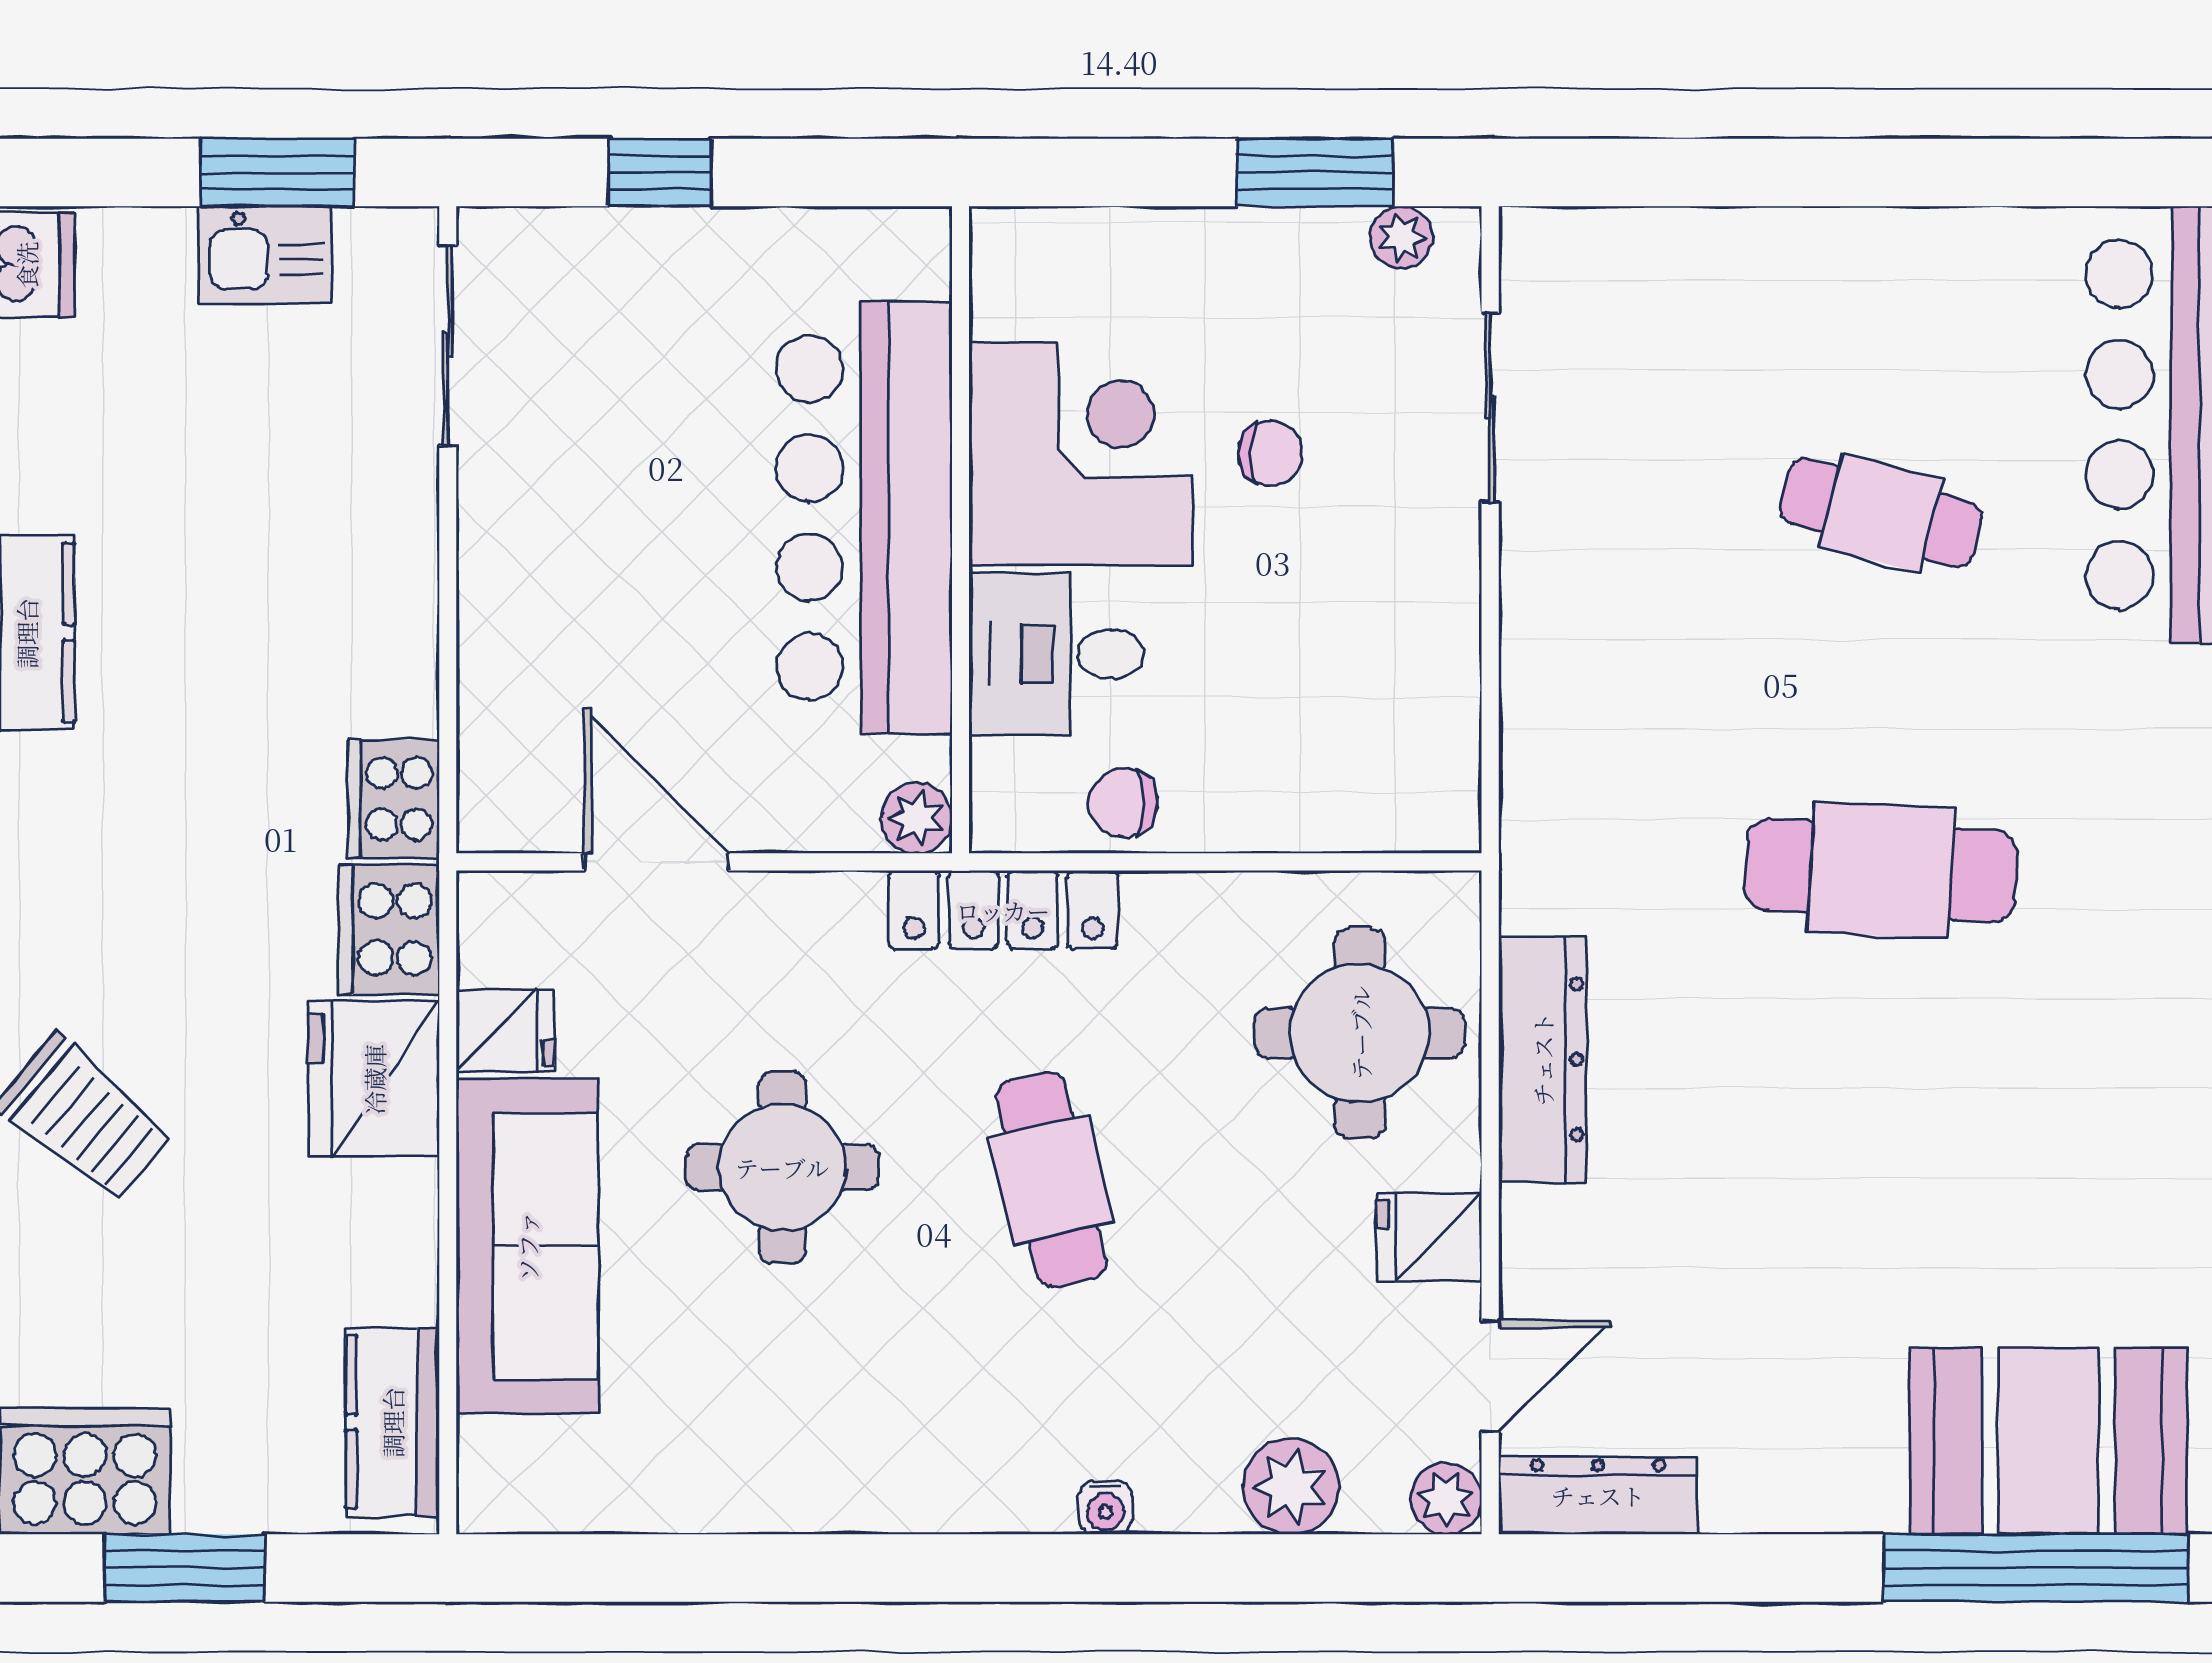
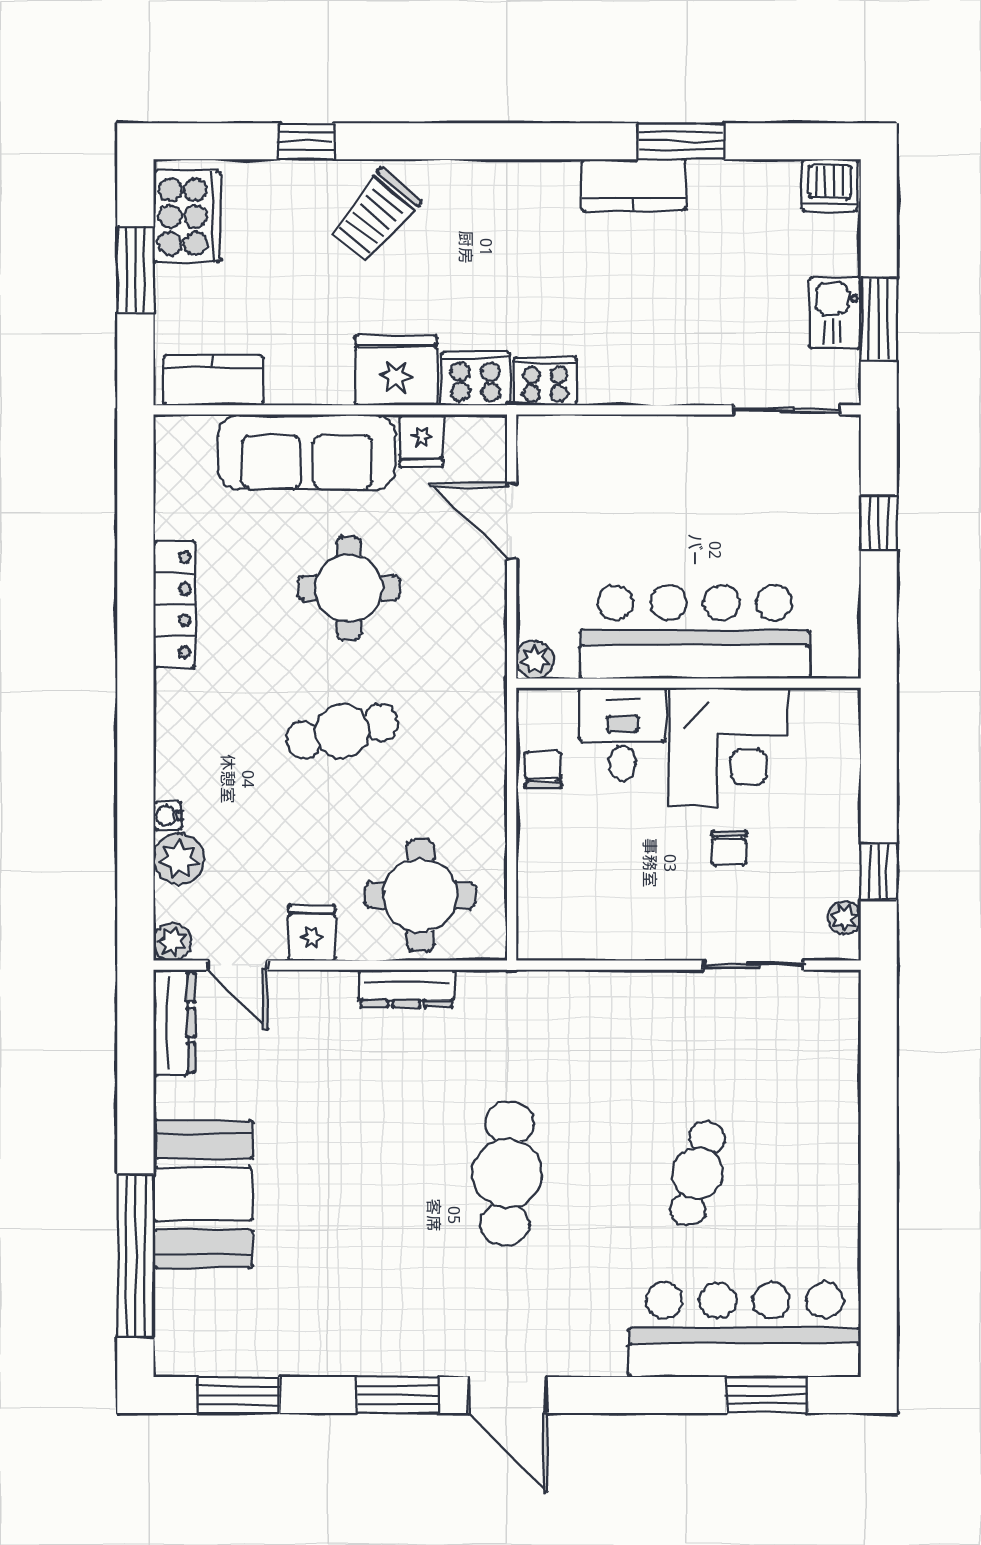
window: (1315, 173) -> (879, 872), width x0.67
door: (656, 862) -> (512, 521), swing flipped
locker: (1003, 910) -> (174, 605), moved, turned 180
dresser: (1542, 1059) -> (406, 988), width x0.73, depth x0.80
booth: (2048, 1441) -> (203, 1194), moved
water cooler: (1105, 1508) -> (168, 816), moved

